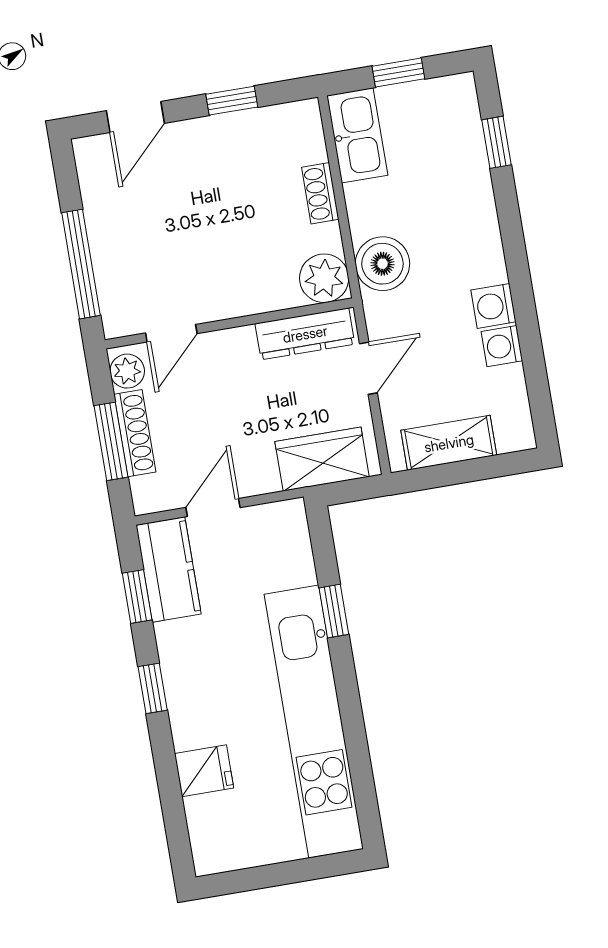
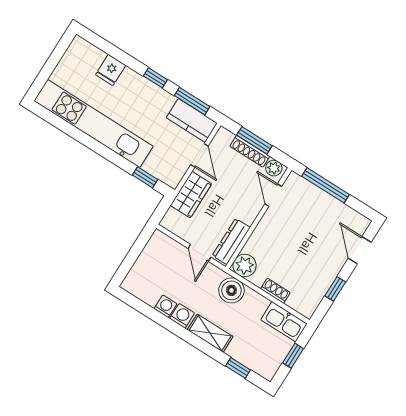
shelving: (449, 443) -> (210, 333), moved, turned 90
wardrobe: (322, 459) -> (191, 195), moved
window: (137, 597) -> (192, 101), width x1.50
window: (334, 611) -> (145, 177), moved

